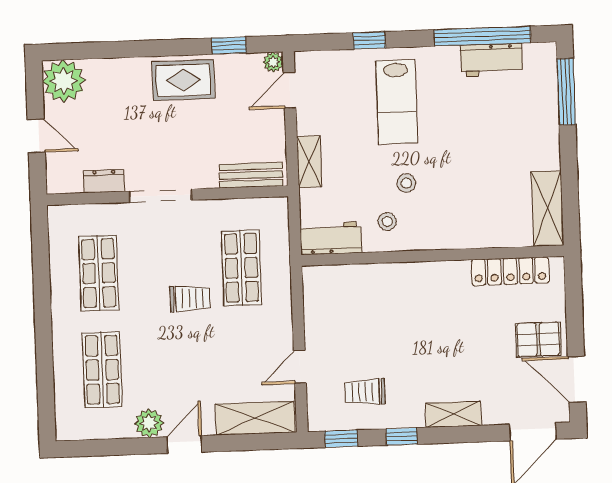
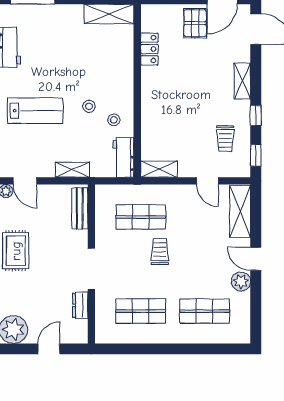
locker: (510, 271) -> (149, 49), width x0.66
shelving: (315, 293) -> (159, 169), added

